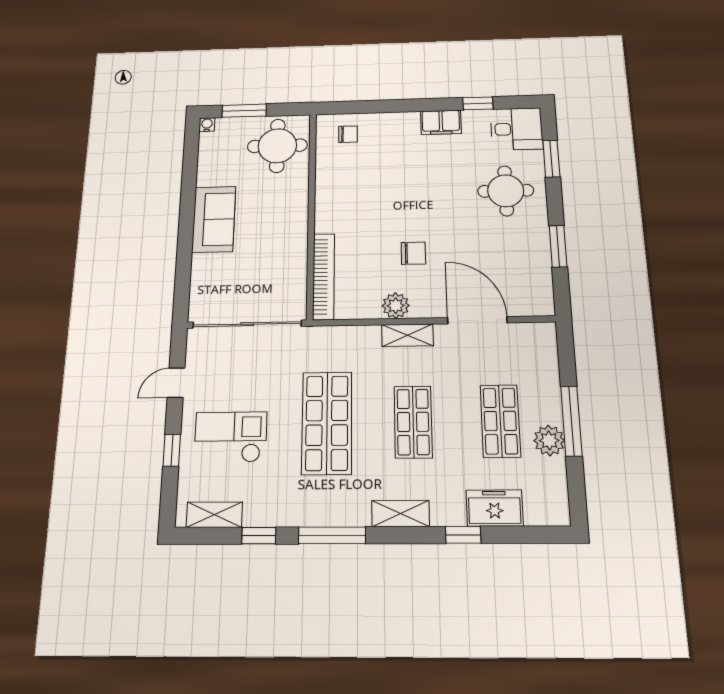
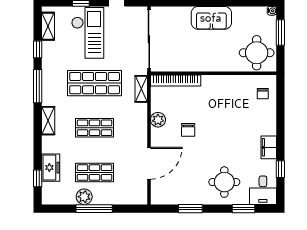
shelving: (407, 335) -> (141, 89), moved
checkout: (231, 437) -> (88, 33), width x1.36, depth x1.21
window: (463, 535) -> (38, 178), moved

